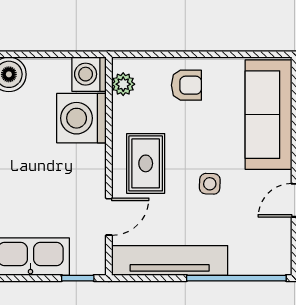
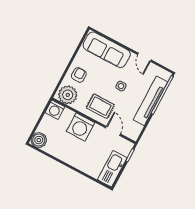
plant: (123, 84) -> (68, 95), width x1.88, depth x1.88
washing machine: (81, 118) -> (81, 127), moved
tv unit: (170, 260) -> (150, 101), moved

